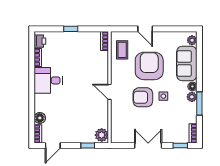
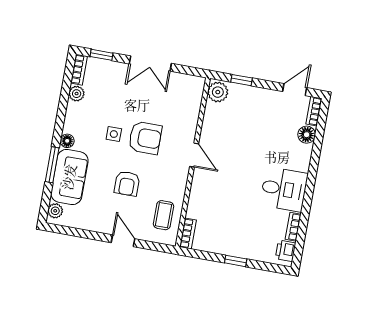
armchair: (149, 66) -> (127, 184), width x0.53, depth x0.53
plant: (192, 97) -> (77, 94), moved
window: (199, 104) -> (52, 165), moved

